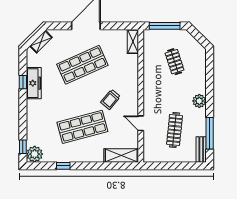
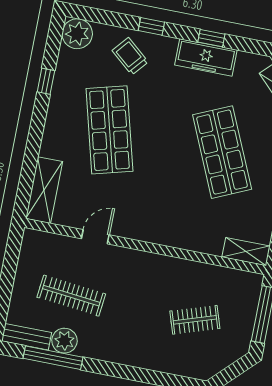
trolley: (110, 99) -> (130, 56), moved
plant: (199, 101) -> (64, 341), moved
window: (23, 147) -> (151, 26), moved

